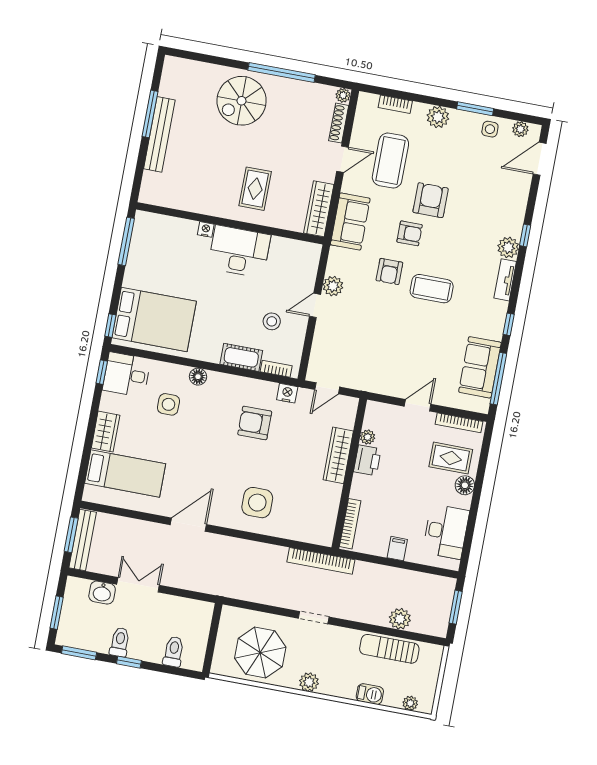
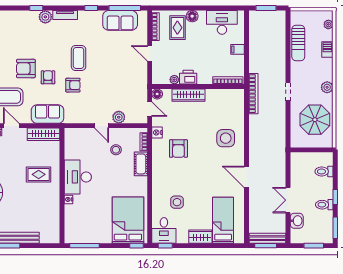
plant: (333, 286) -> (119, 117), moved
floor lamp: (198, 377) -> (157, 94), moved
plant: (400, 619) -> (279, 40), removed

